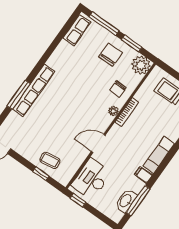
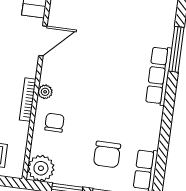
chair: (110, 55) -> (107, 154), moved
row of seats: (34, 90) -> (159, 76), width x0.73

